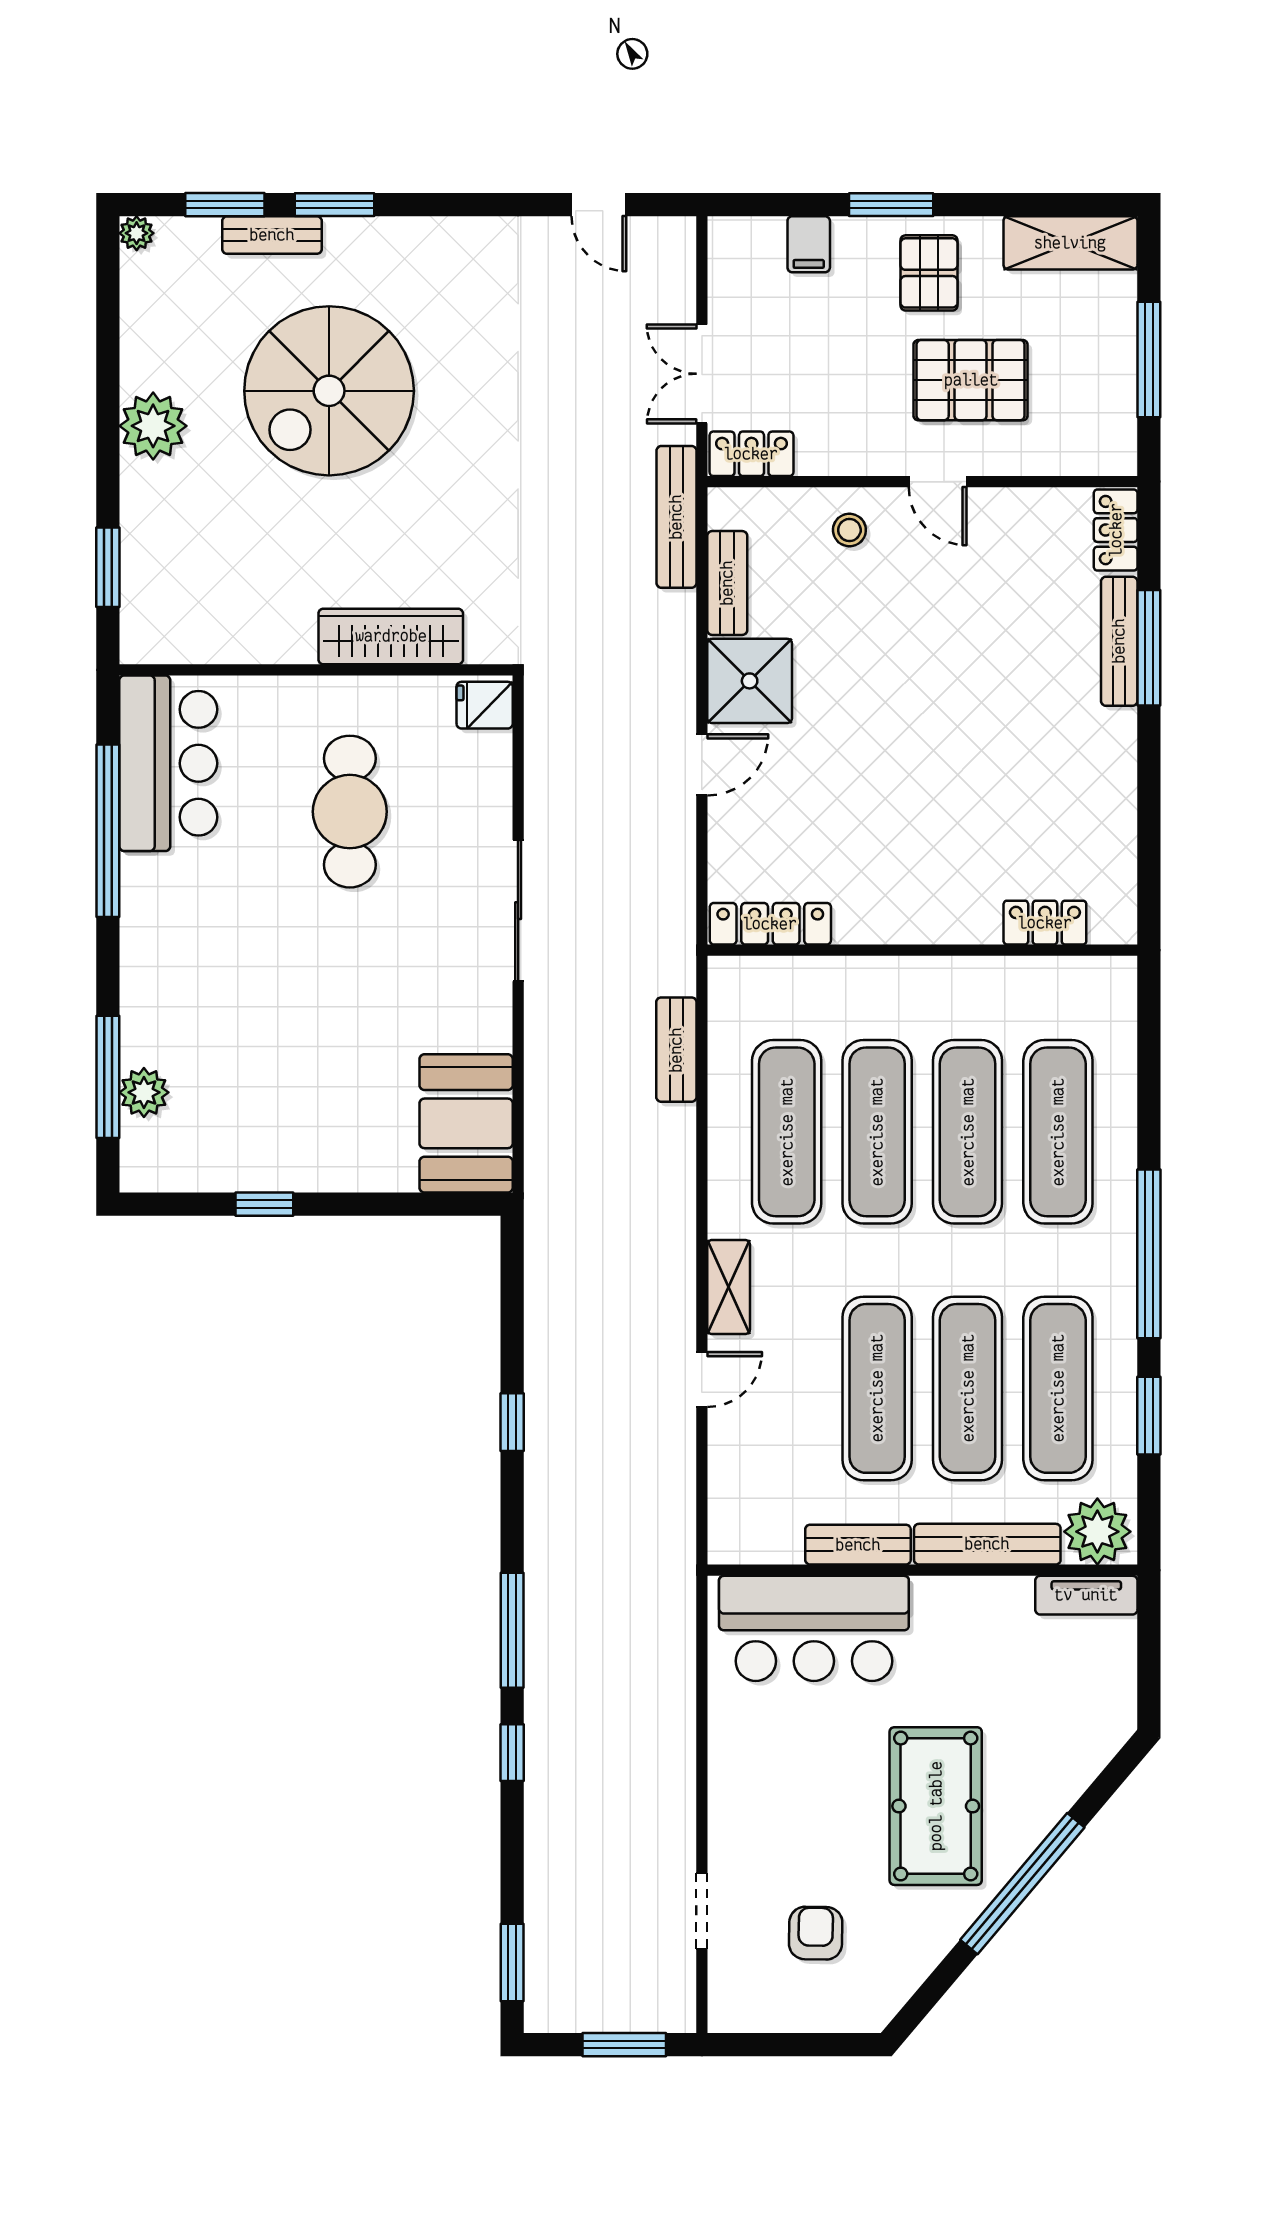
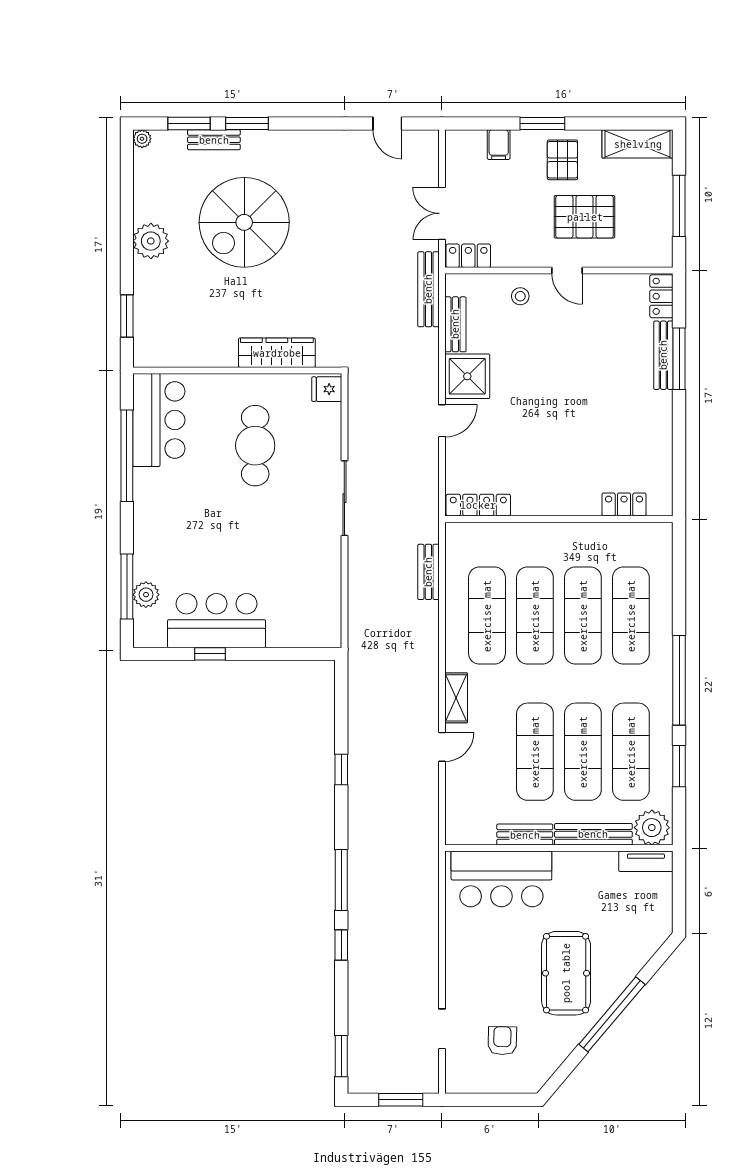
booth: (466, 1123) -> (317, 611), removed
bar counter: (277, 1141) -> (217, 621), added

